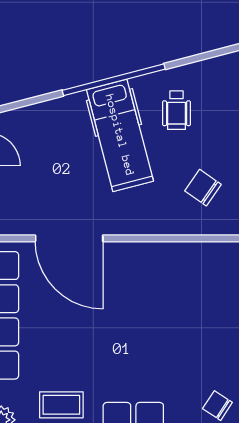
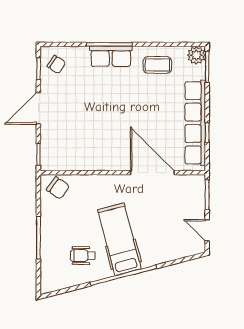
wheelchair: (177, 110) -> (83, 256), turned -90
chair: (203, 188) -> (58, 188), moved

